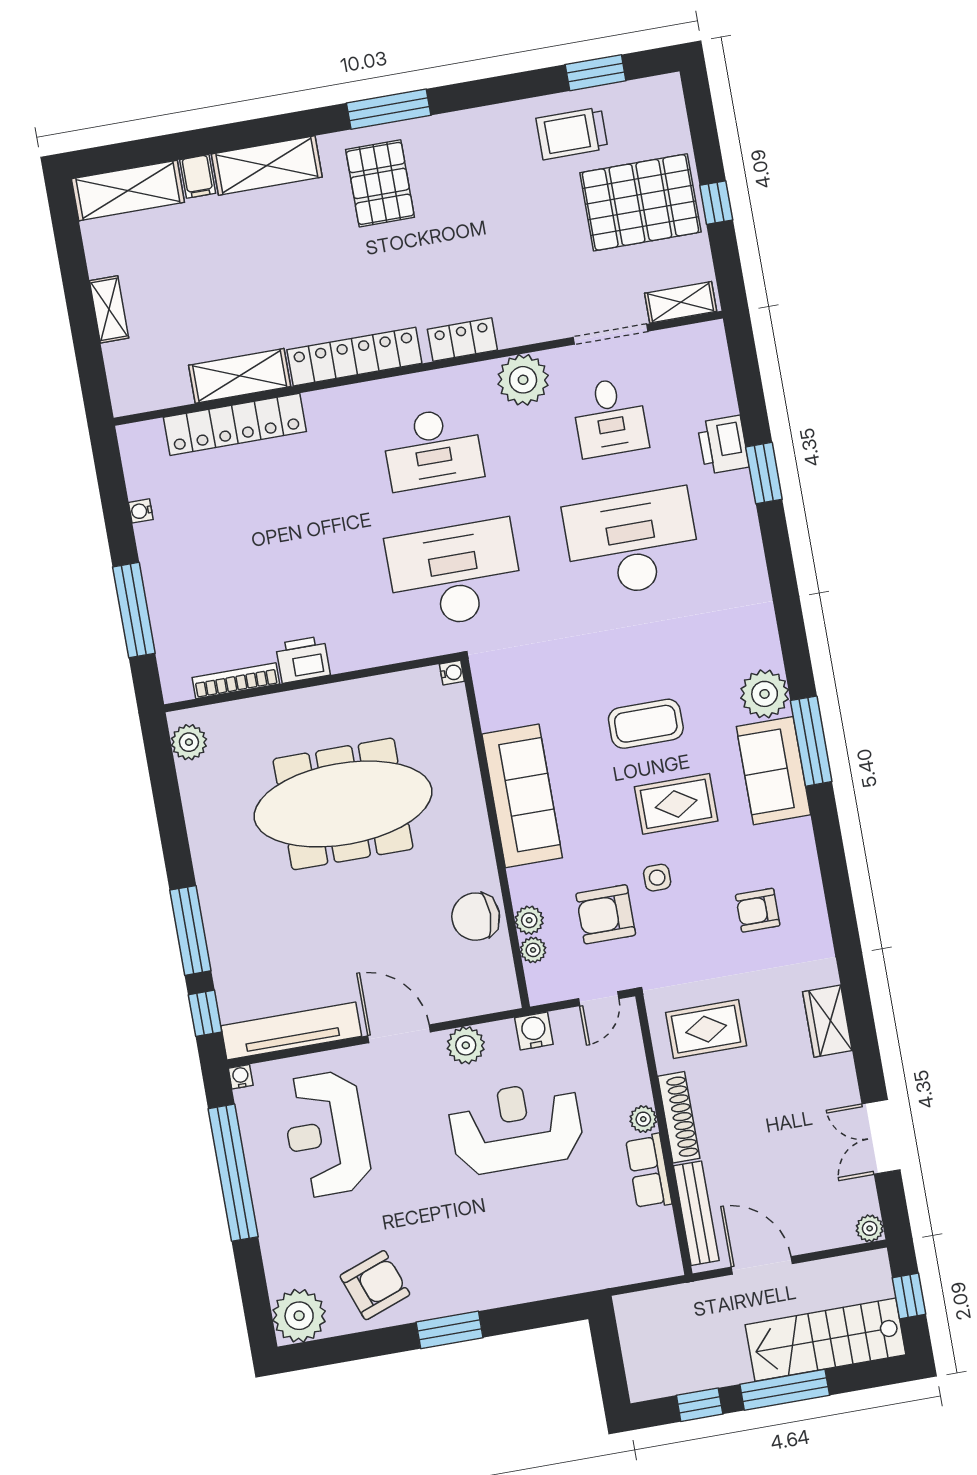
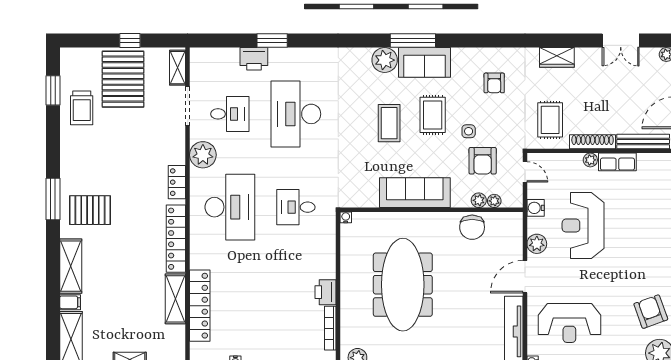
desk: (433, 449) -> (230, 207), width x1.36, depth x1.30
desk: (455, 574) -> (296, 207), width x0.53, depth x0.77

